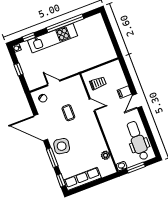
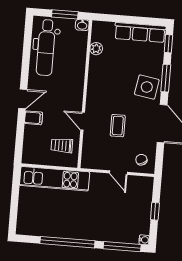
window: (29, 37) -> (122, 247), width x2.17
kitchen unit: (53, 38) -> (55, 179), moved, turned 180

